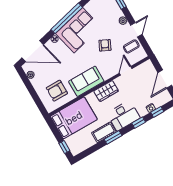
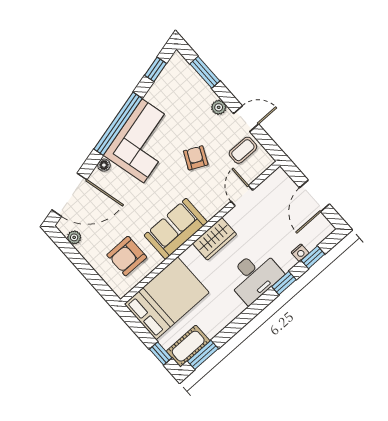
door: (136, 30) -> (246, 119), hinge flipped
cot: (104, 132) -> (188, 346), moved
window: (113, 137) -> (203, 355), moved

